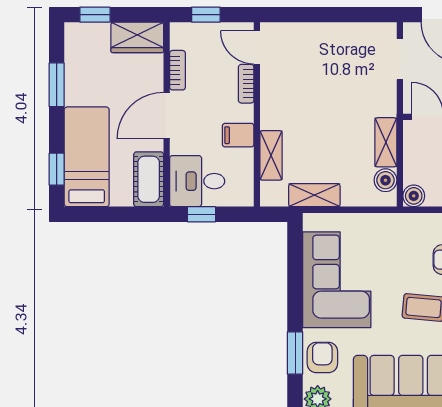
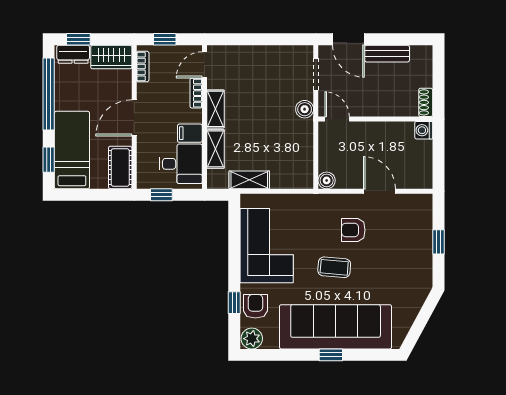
dresser: (88, 34) -> (73, 54), added
door: (257, 47) -> (204, 65), hinge flipped
bookcase: (177, 70) -> (143, 67), moved
window: (57, 85) -> (49, 94), width x2.11
shelving: (386, 142) -> (215, 109), moved
boiler: (385, 180) -> (305, 109), moved
desk: (197, 181) -> (181, 164), moved, turned 180
window: (295, 353) -> (234, 303), width x0.67

